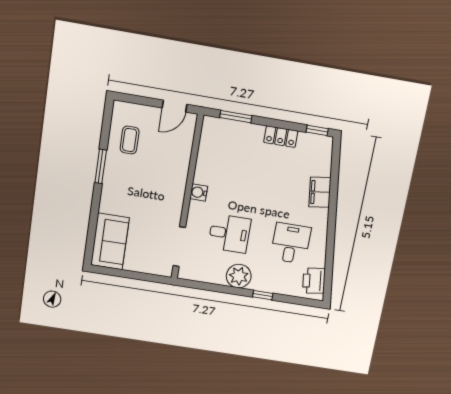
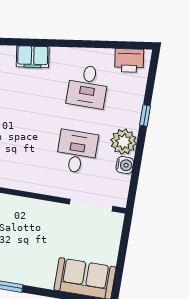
water cooler: (199, 192) -> (125, 165), moved, turned -90
desk: (291, 243) -> (88, 86), turned -90

